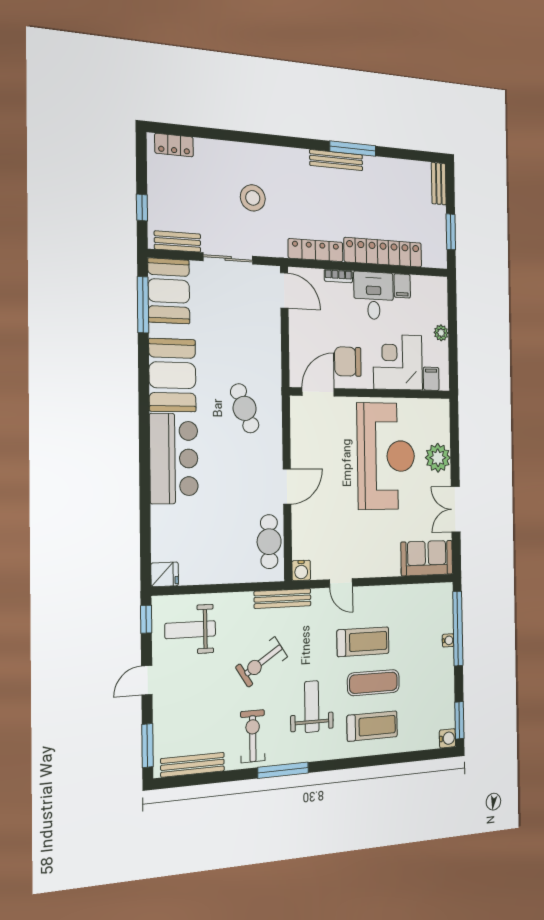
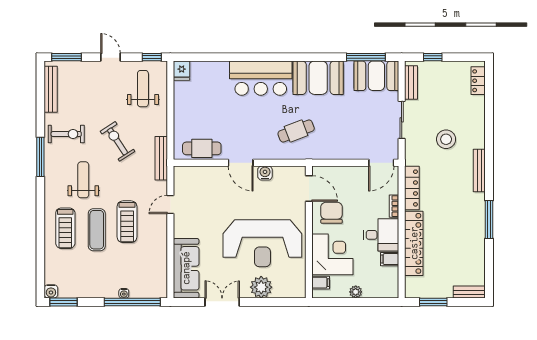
bench: (336, 160) -> (479, 170), moved
sofa: (427, 558) -> (186, 268), width x1.36
water cooler: (301, 570) -> (265, 173), moved, turned 90
weight bench: (312, 707) -> (83, 180), turned -90

